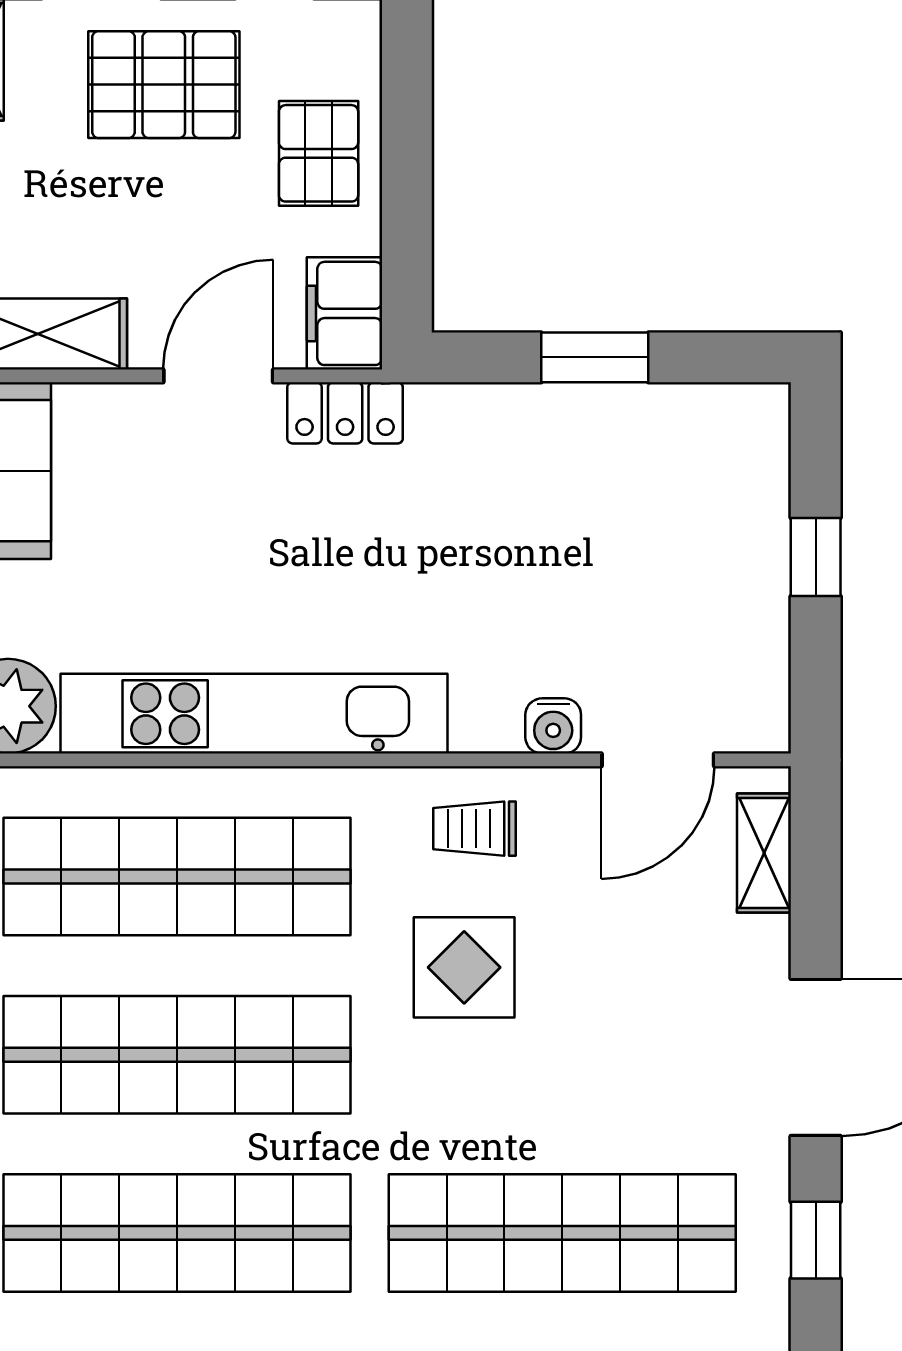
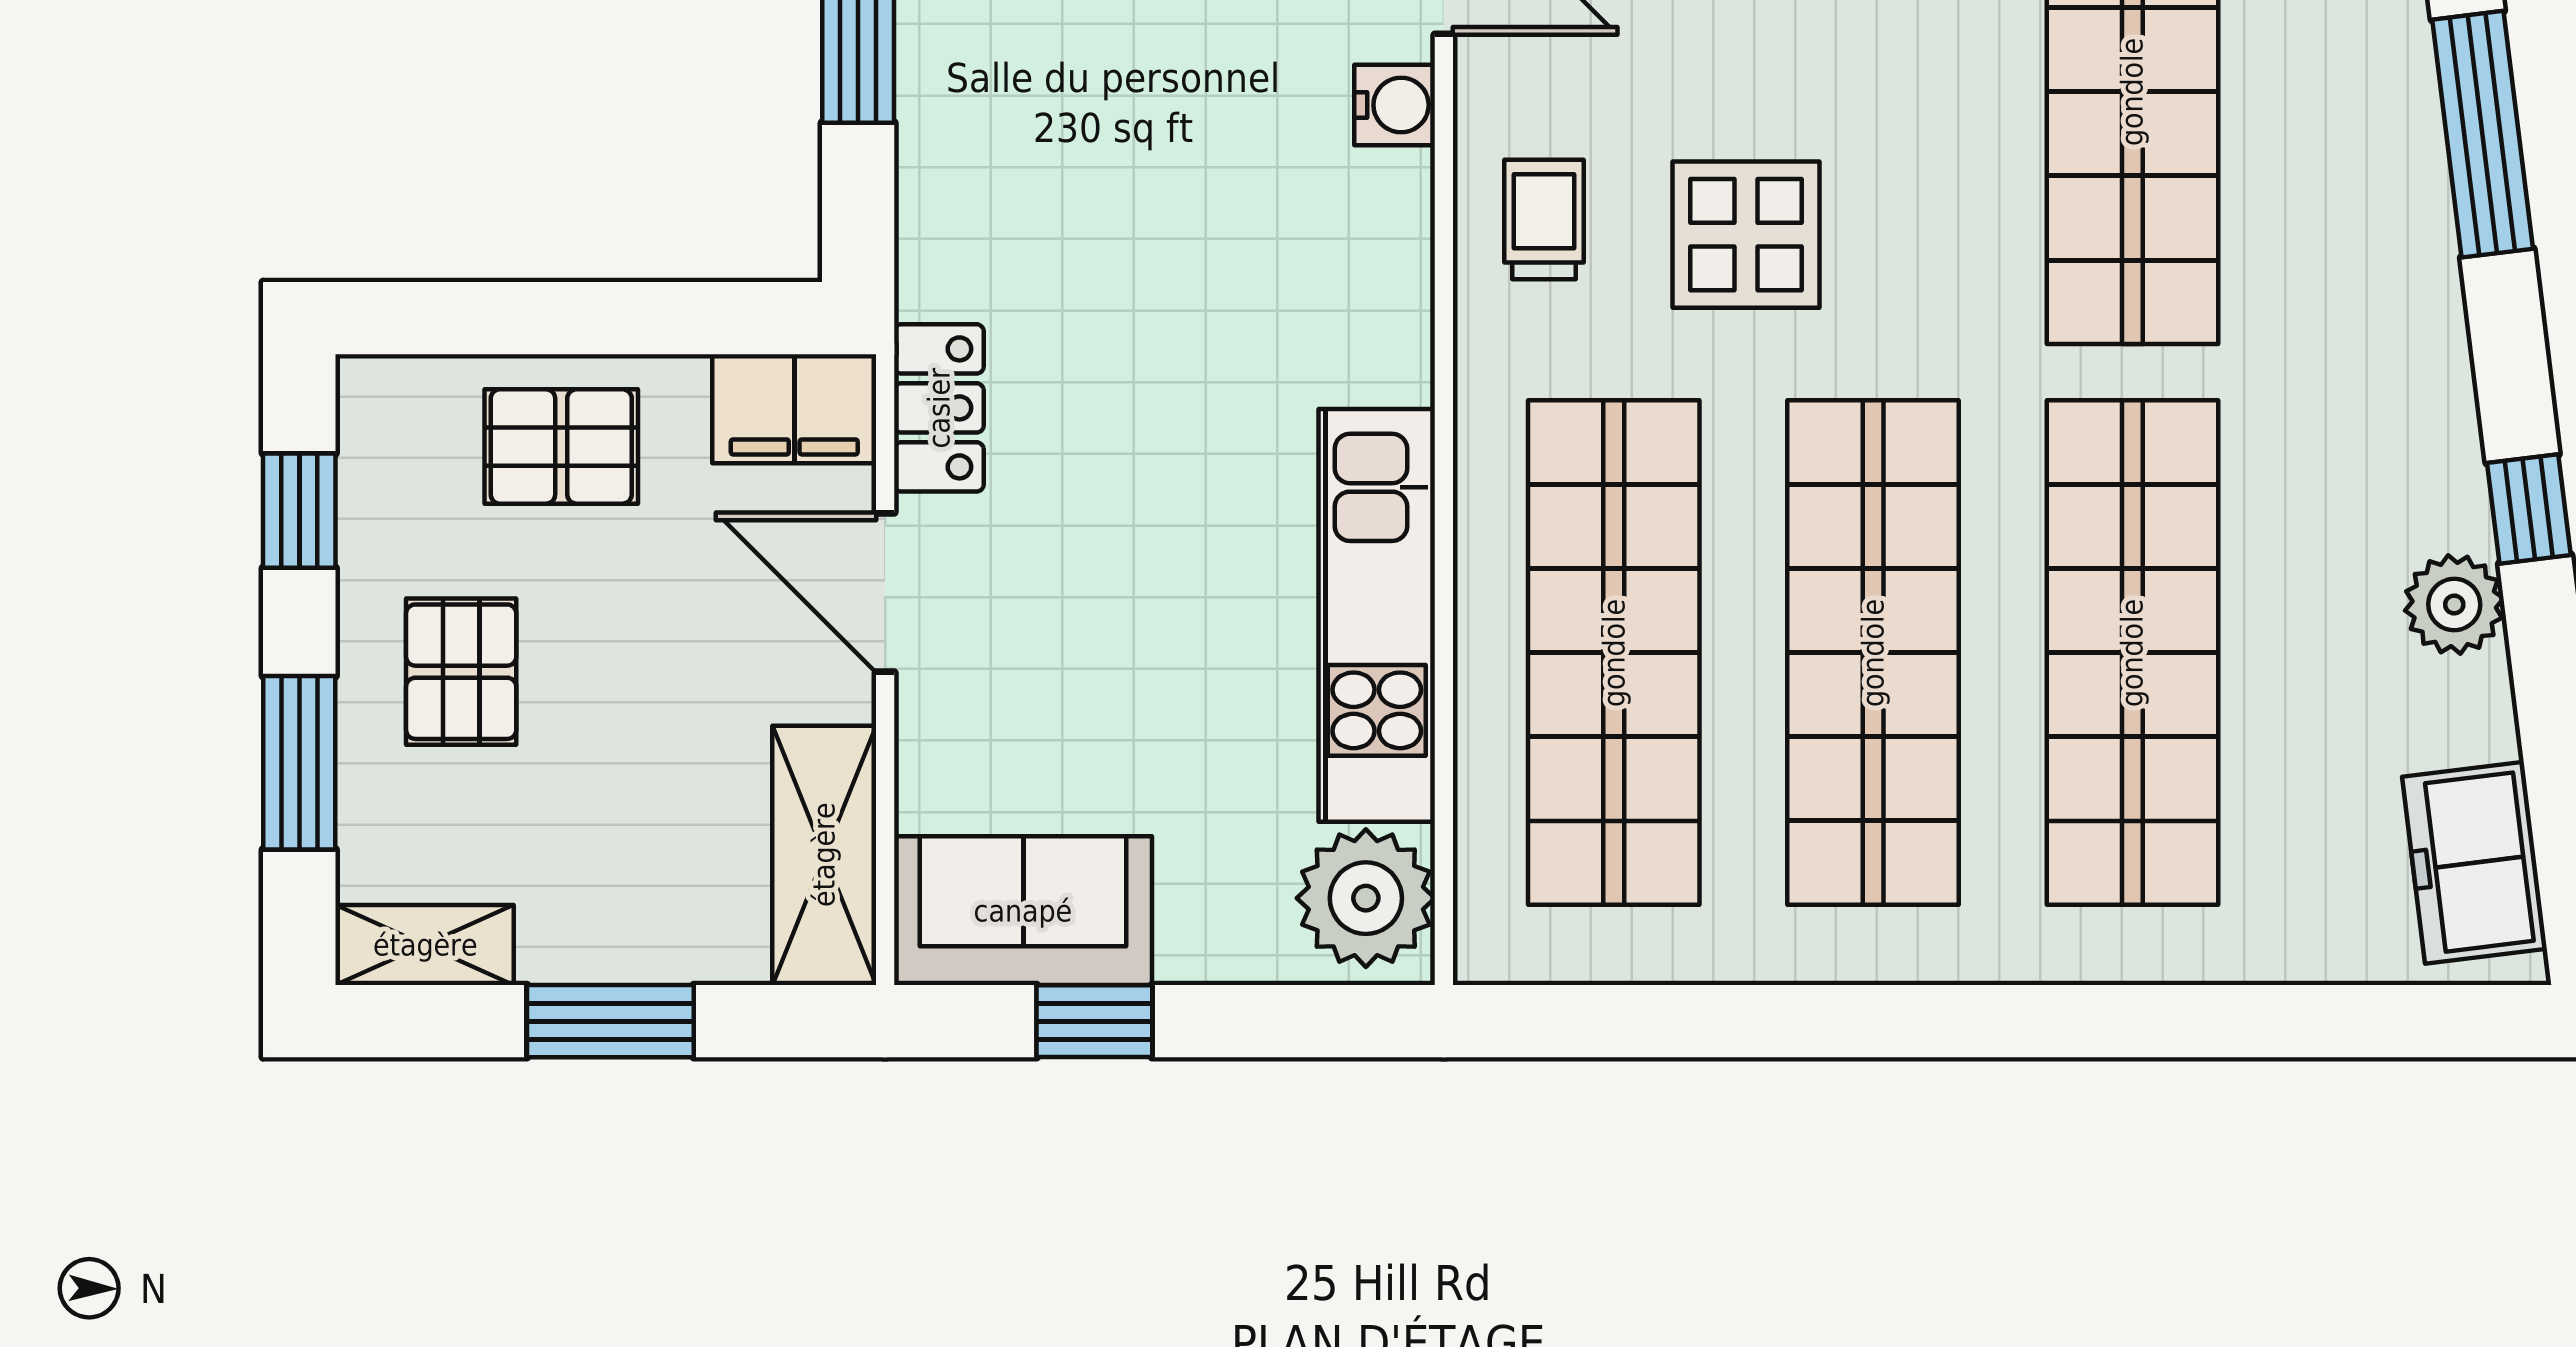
pallet: (164, 85) -> (461, 672), width x0.67, depth x0.71
kitchen unit: (254, 714) -> (1377, 615), width x0.73
trolley: (474, 829) -> (1544, 220), turned 180

